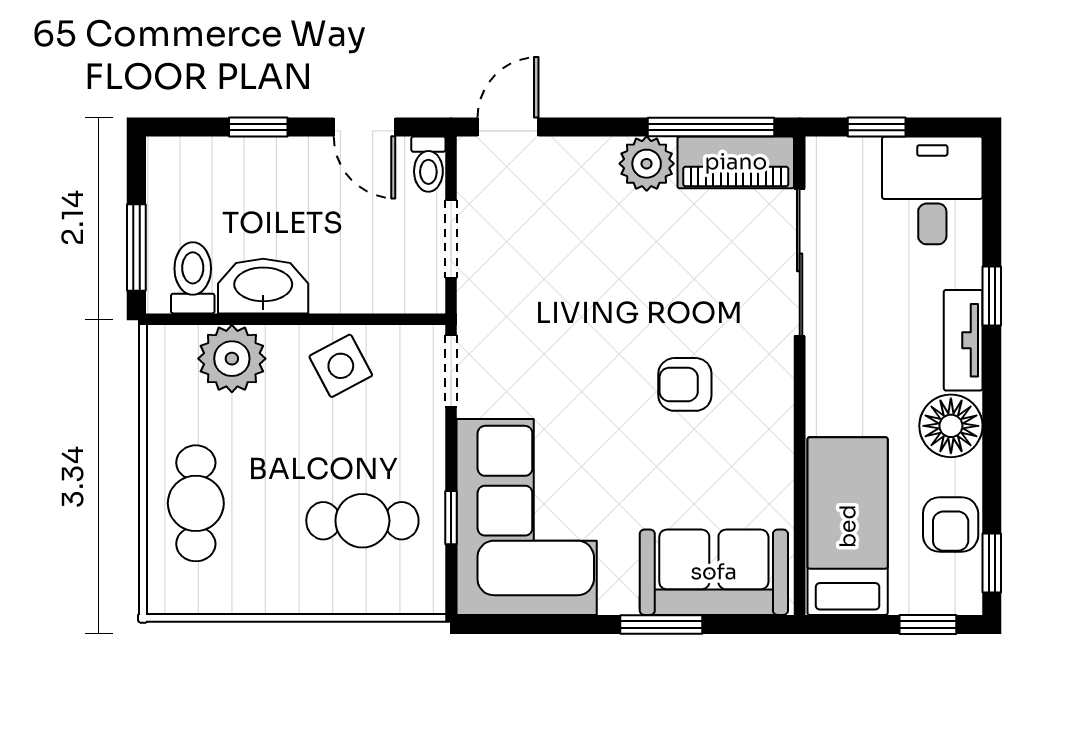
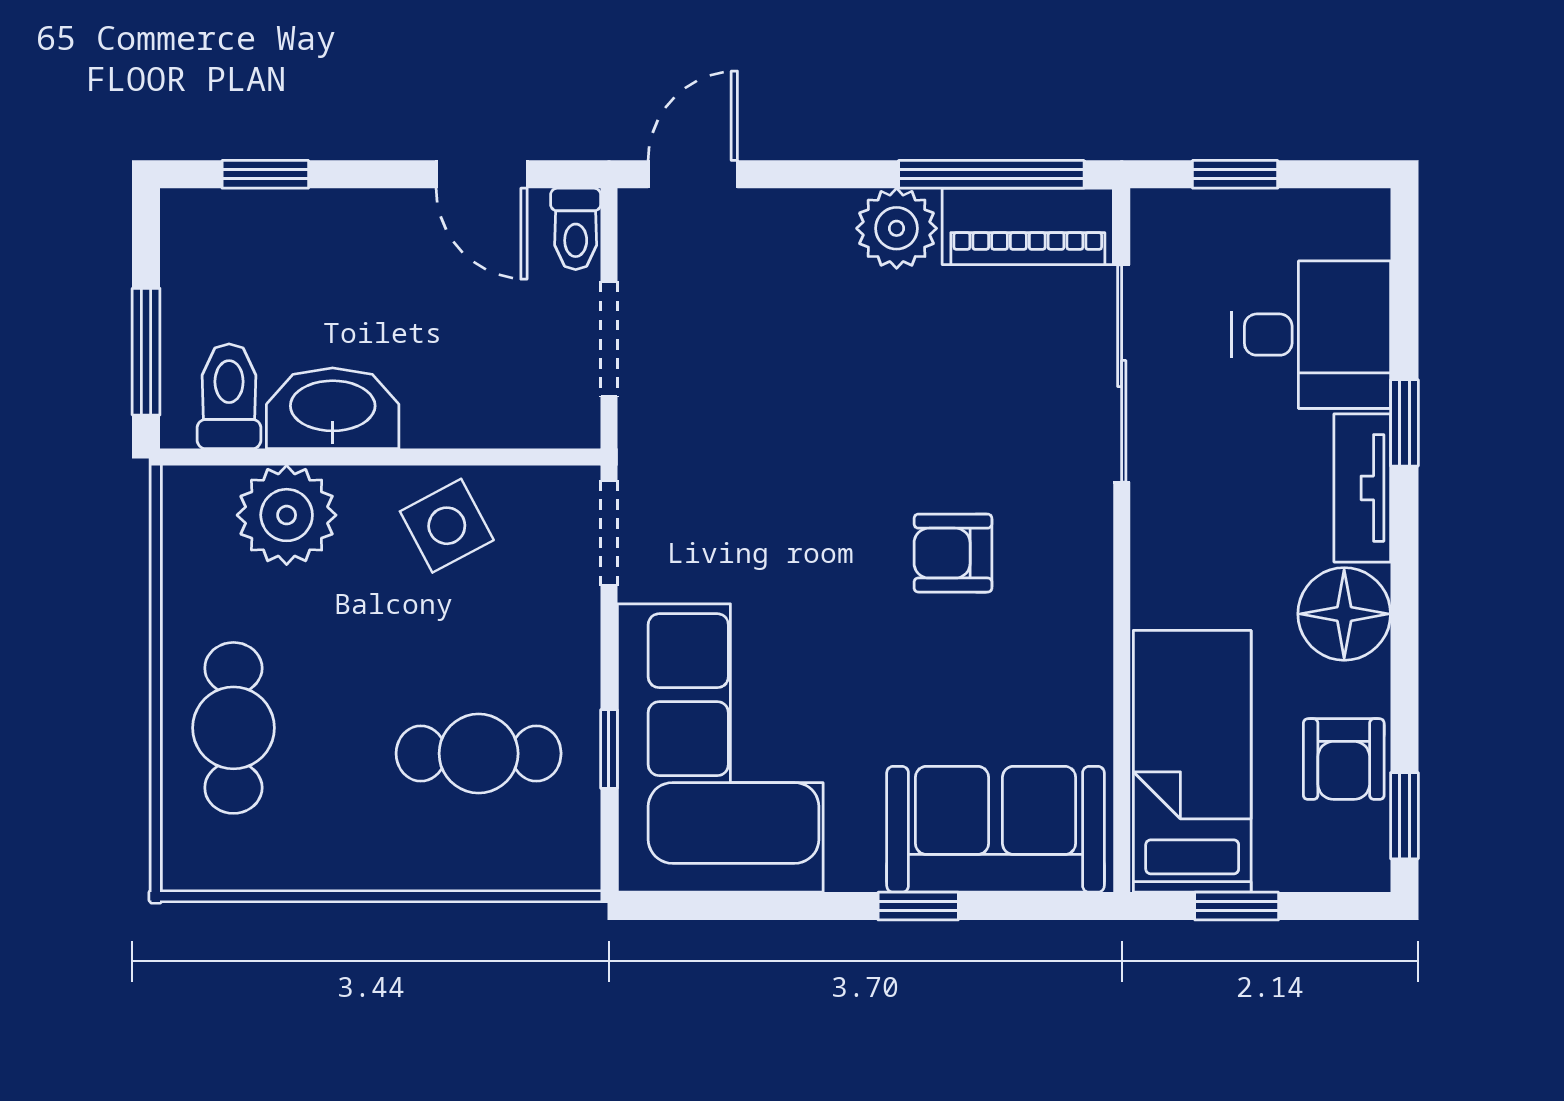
window: (258, 127) -> (265, 174), moved
desk: (932, 190) -> (1311, 335), moved, turned 90
window: (661, 624) -> (918, 906), width x0.67
window: (928, 624) -> (1237, 906), moved

